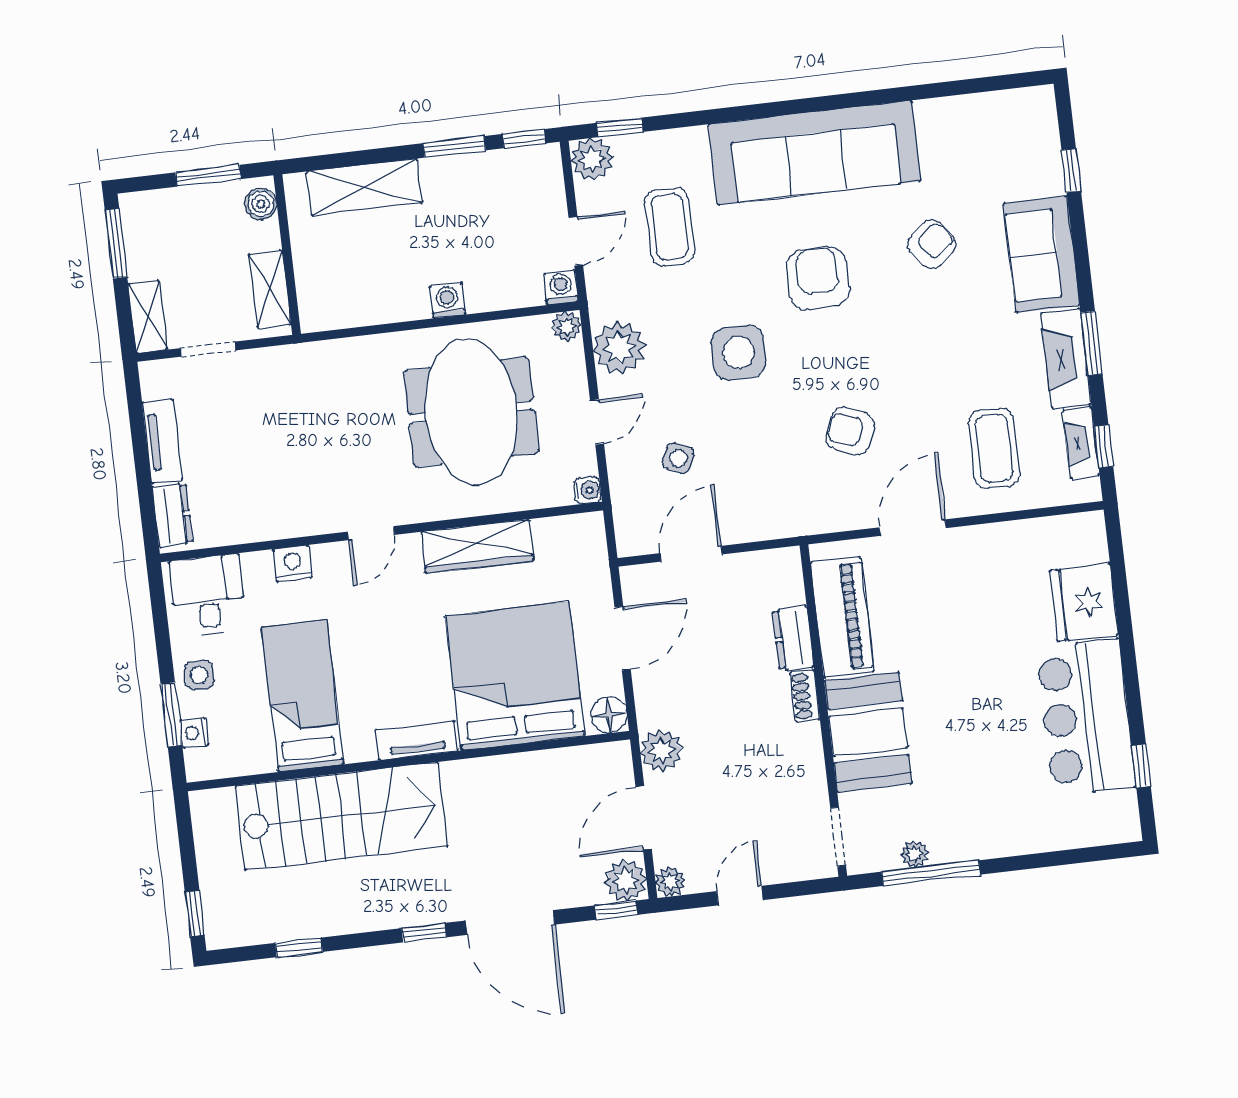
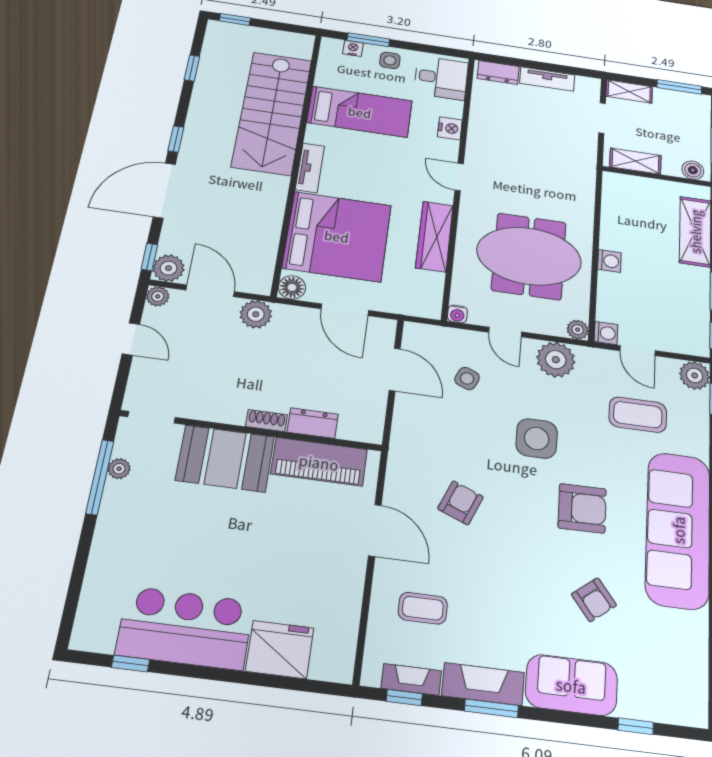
coffee table: (994, 448) -> (423, 608), width x0.73, depth x0.77

